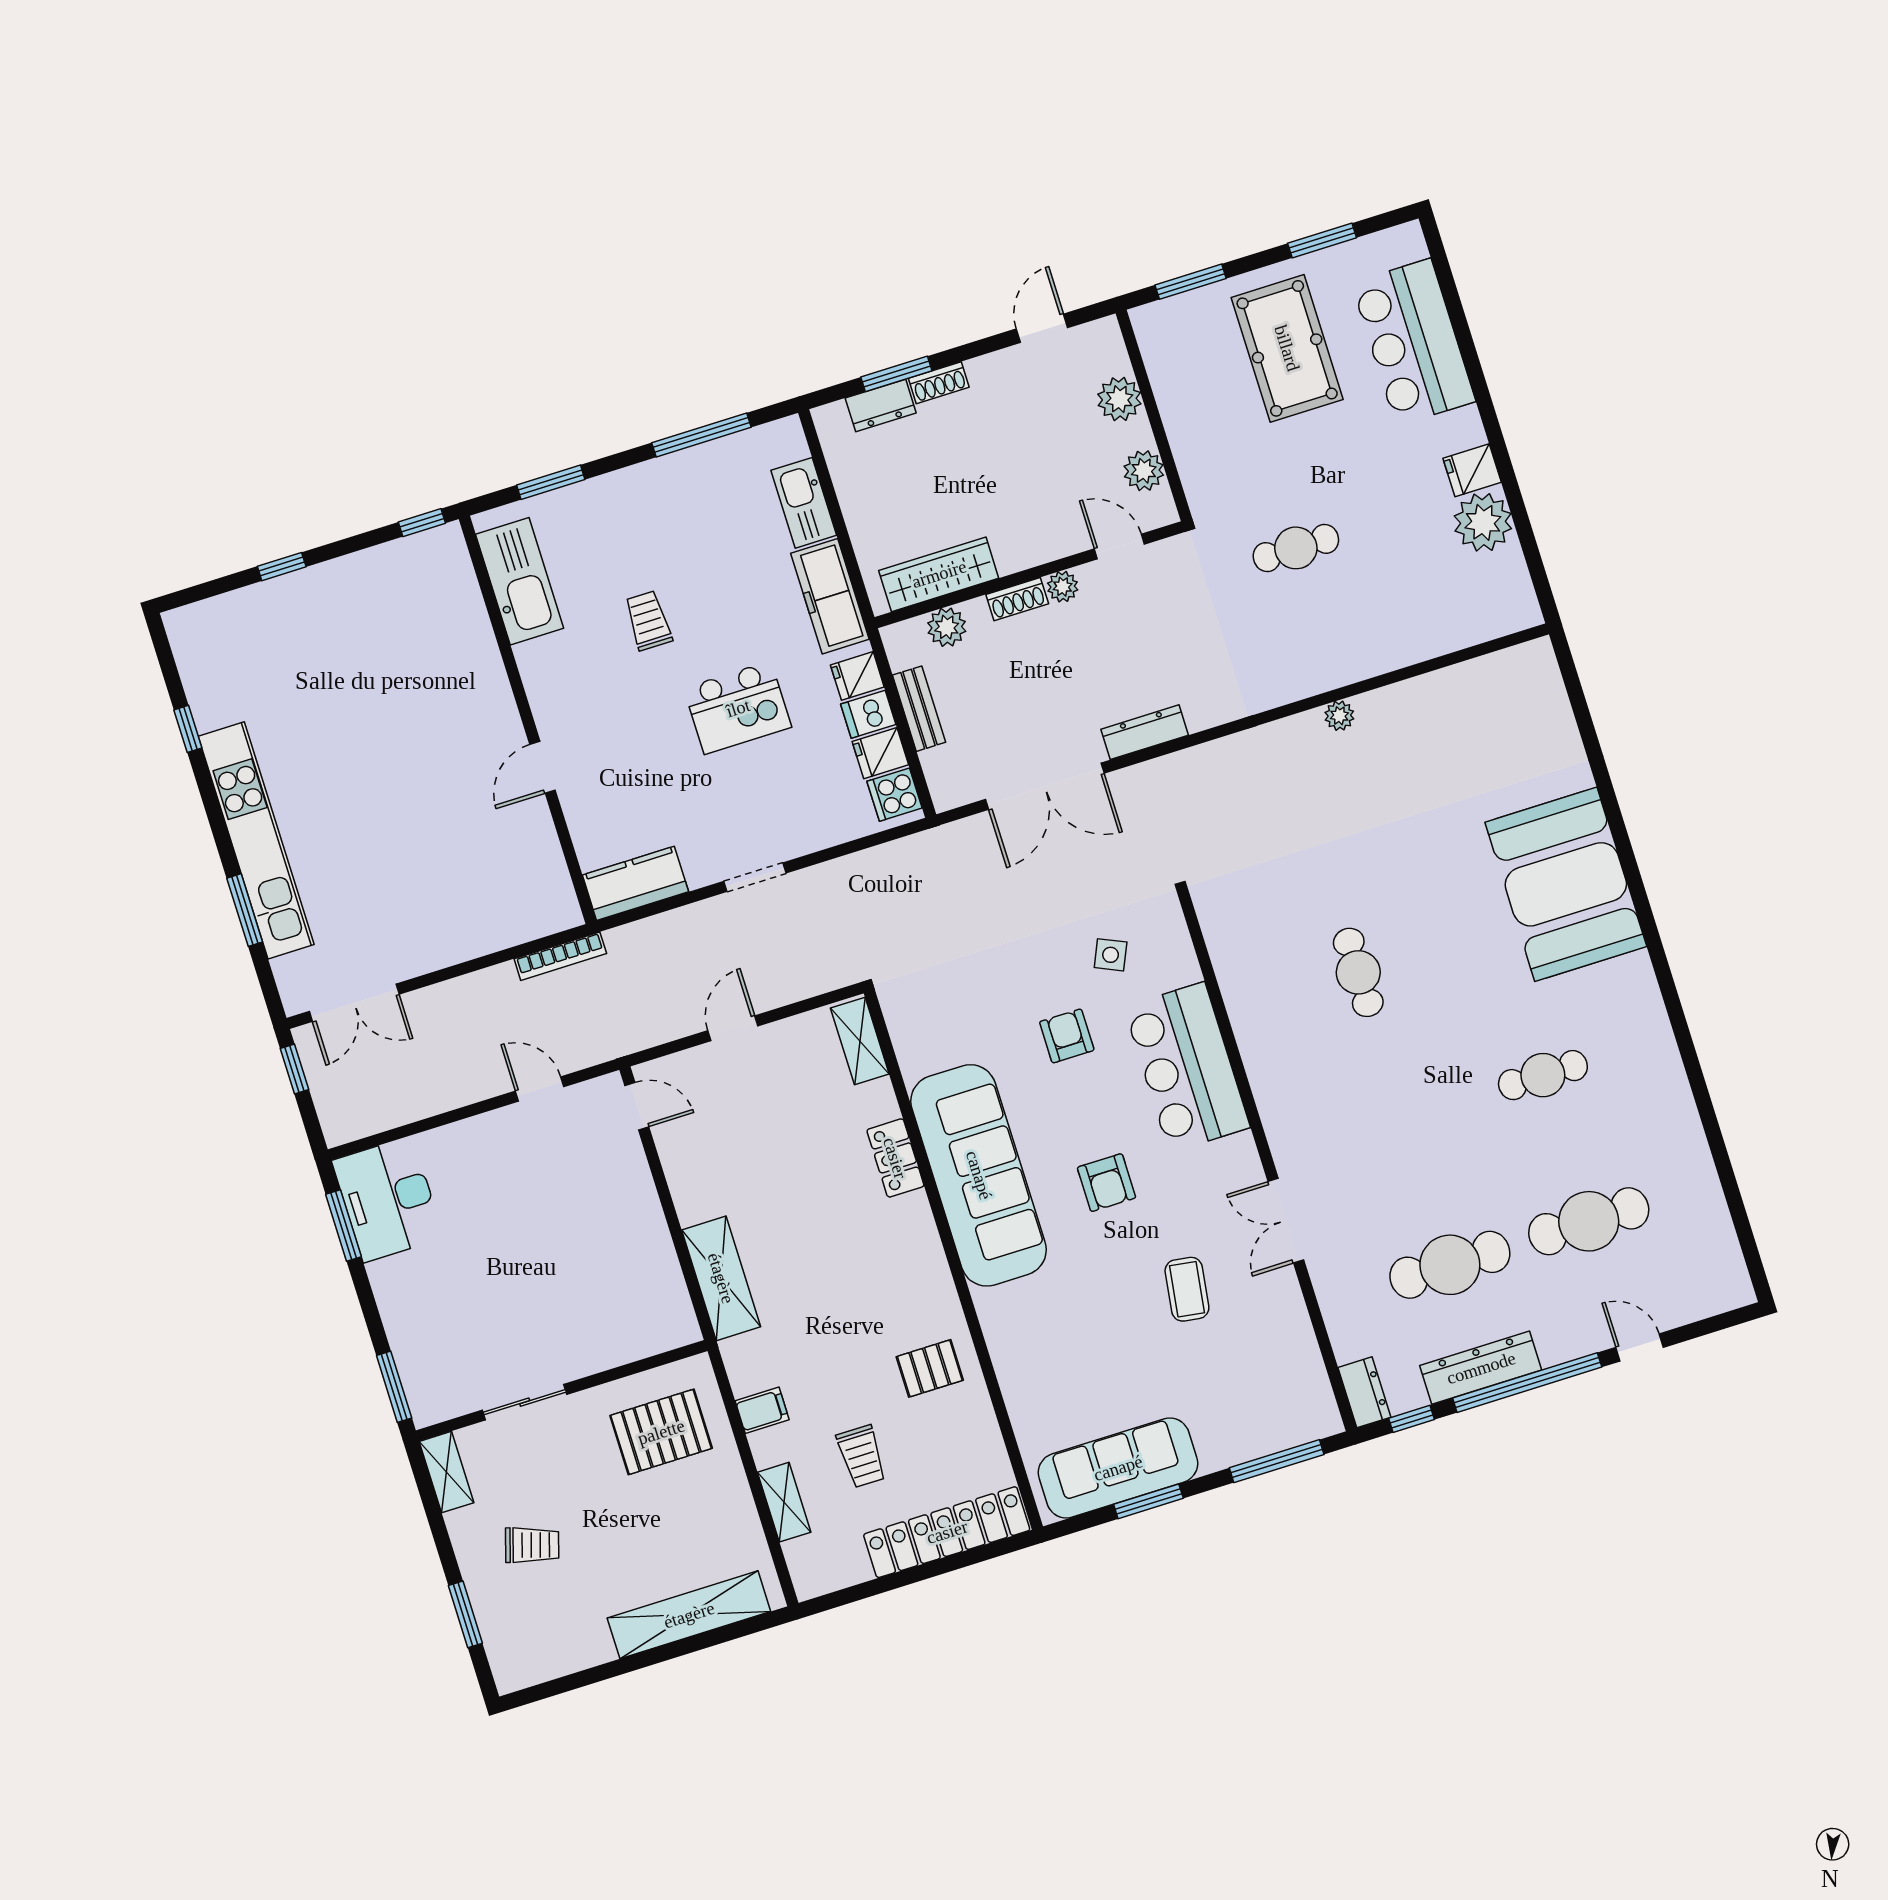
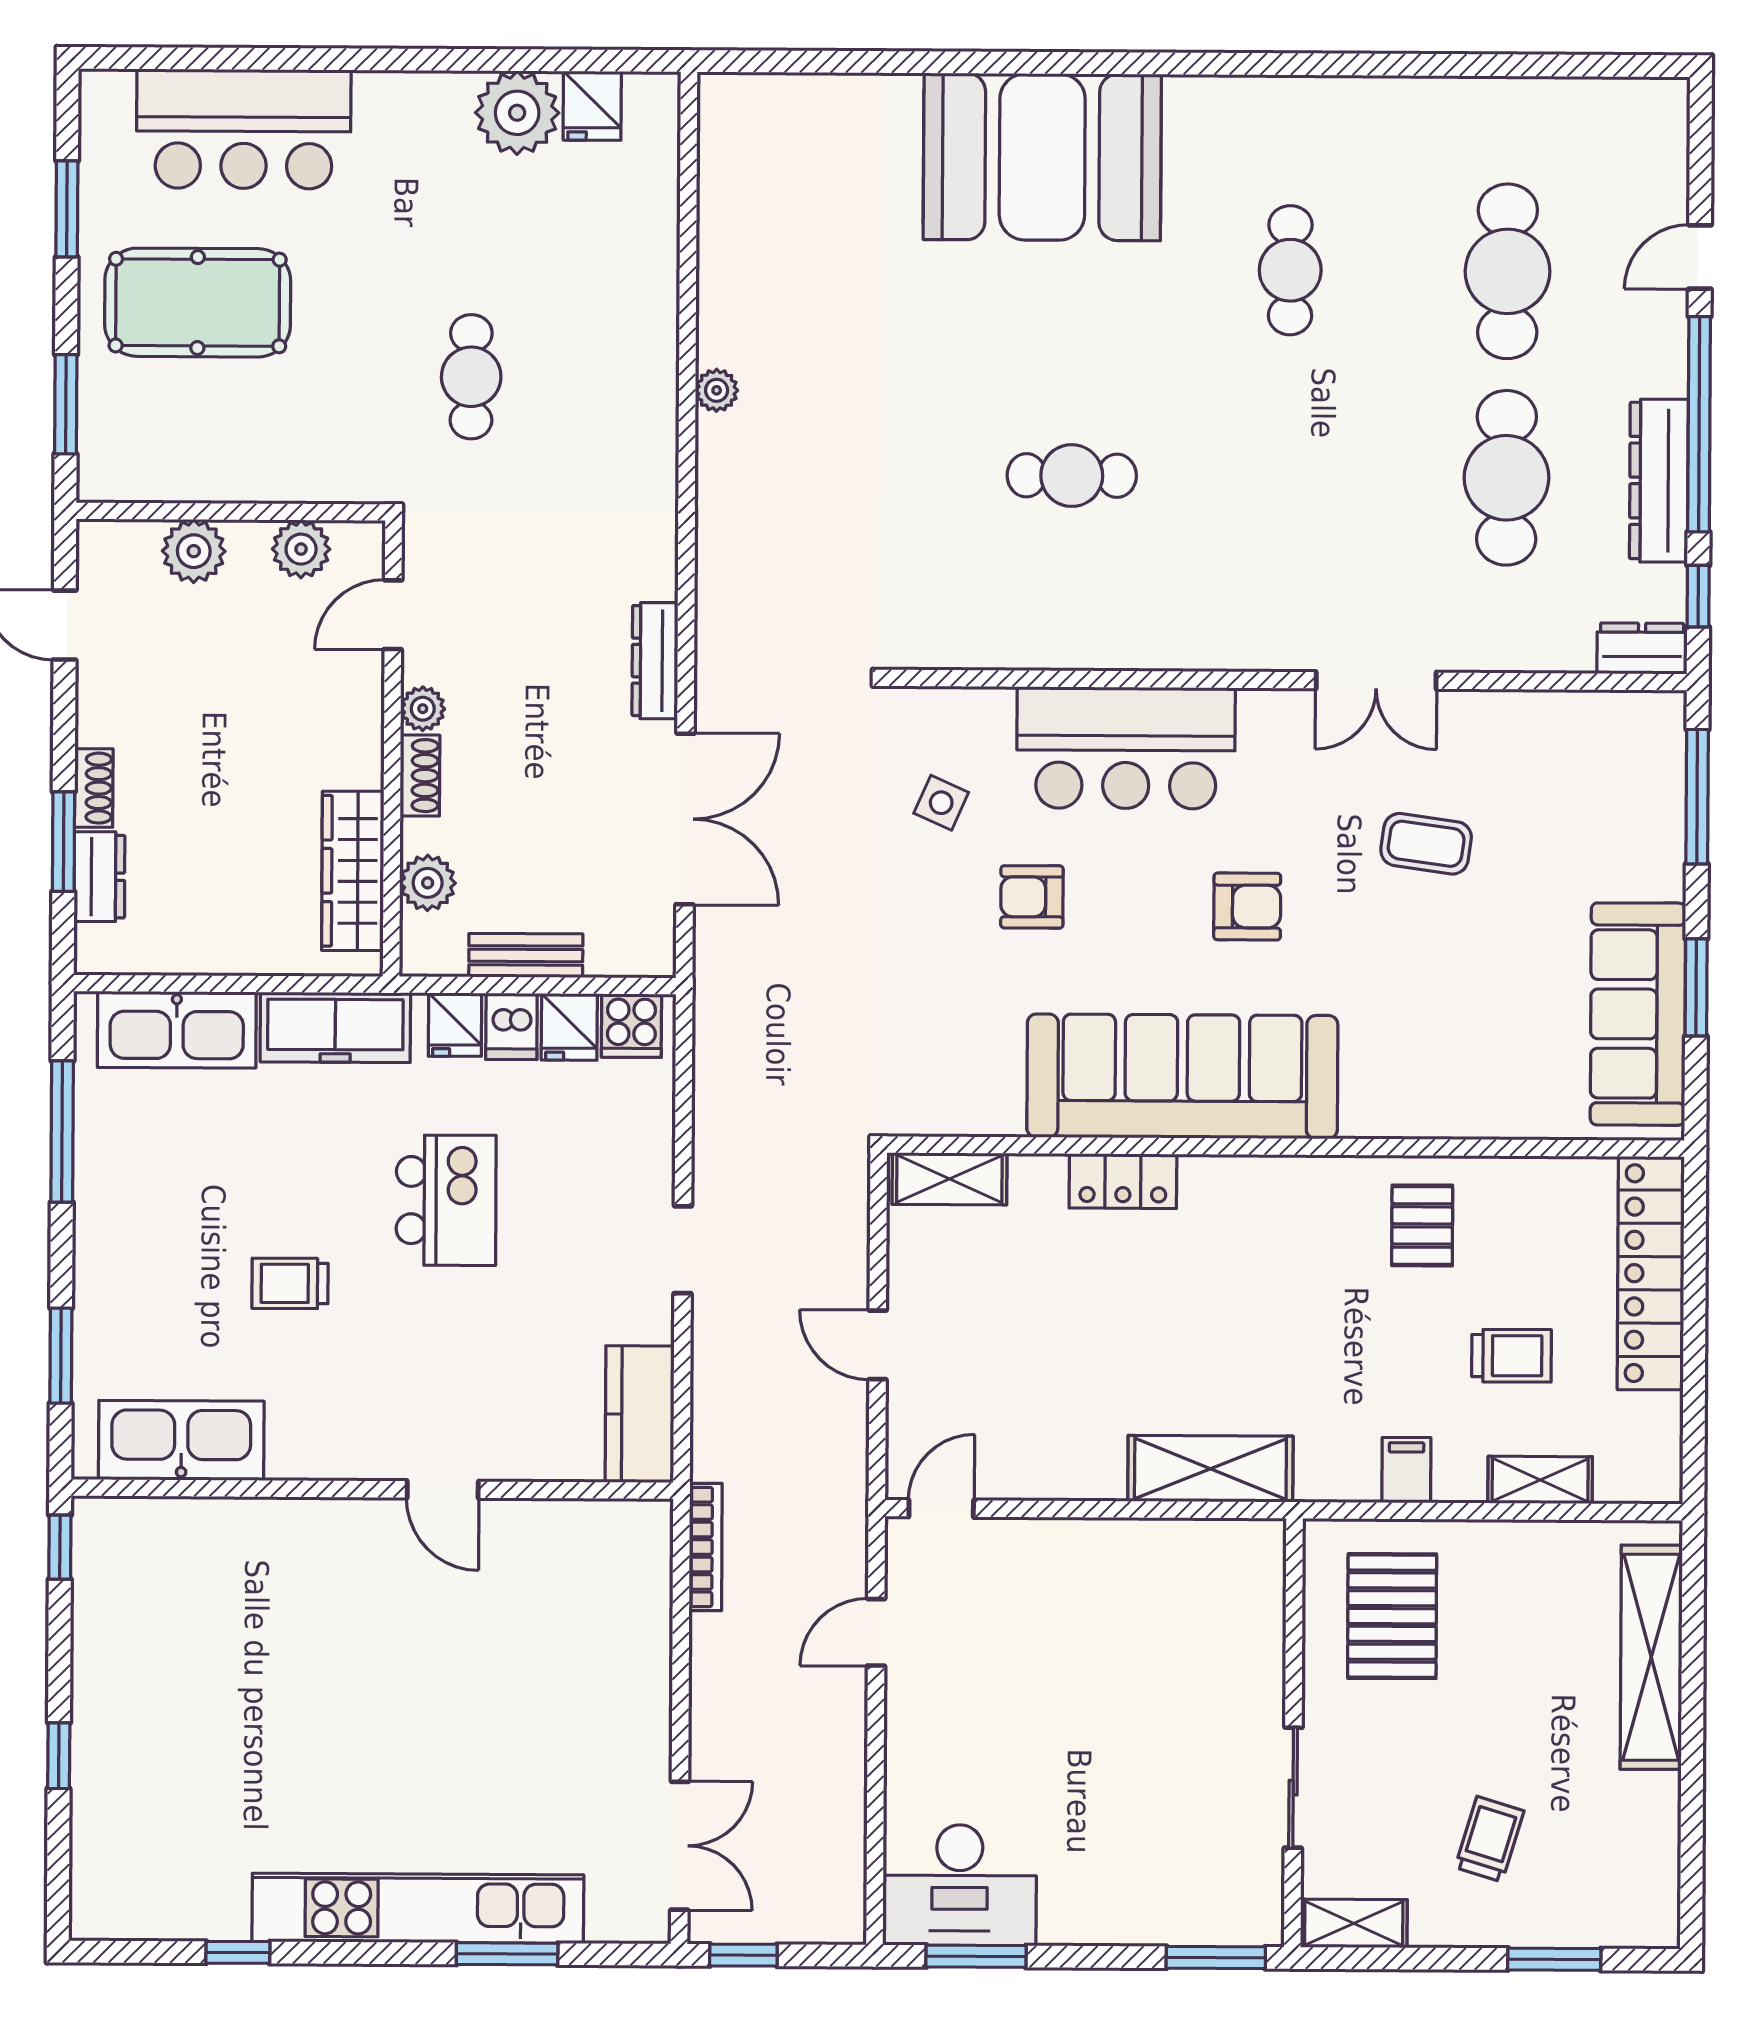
fridge: (1472, 470) -> (592, 106), moved
kitchen sink: (804, 503) -> (177, 1030), width x1.36, depth x1.24

